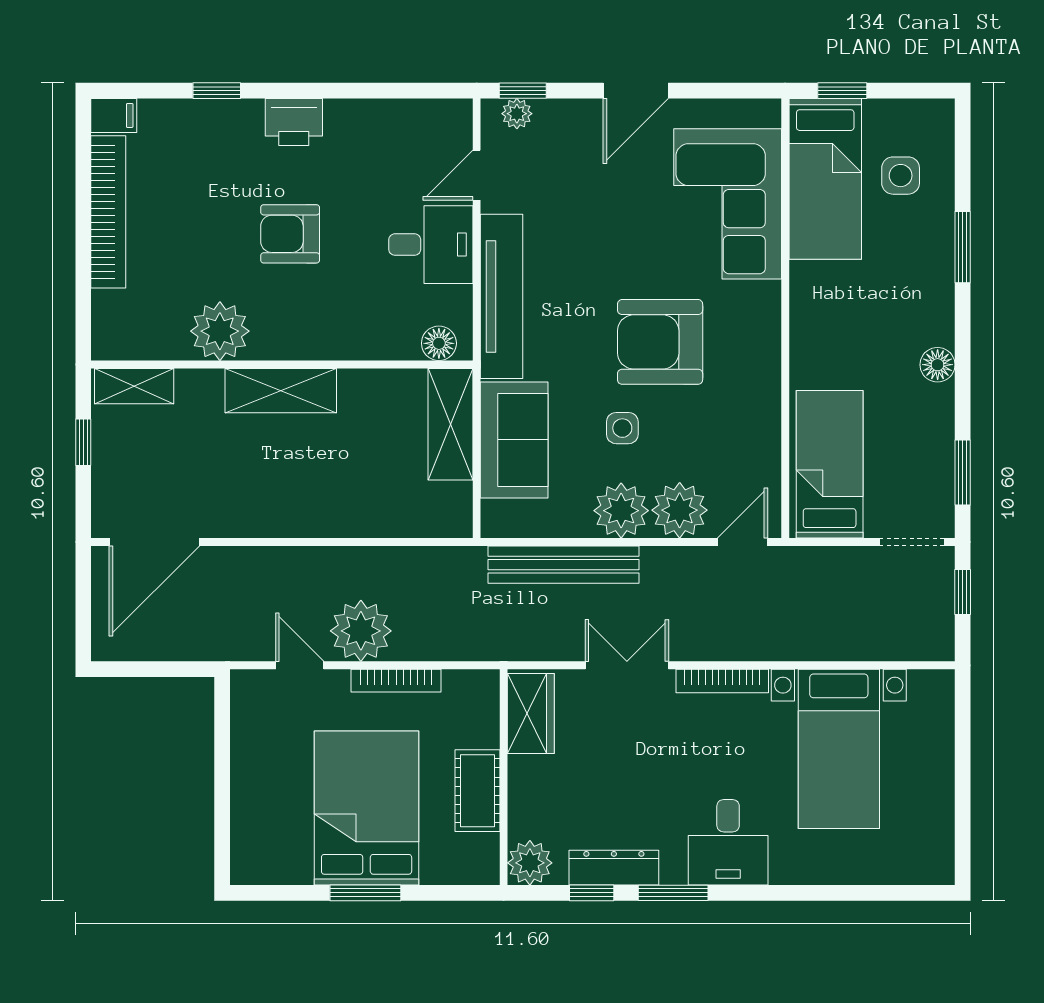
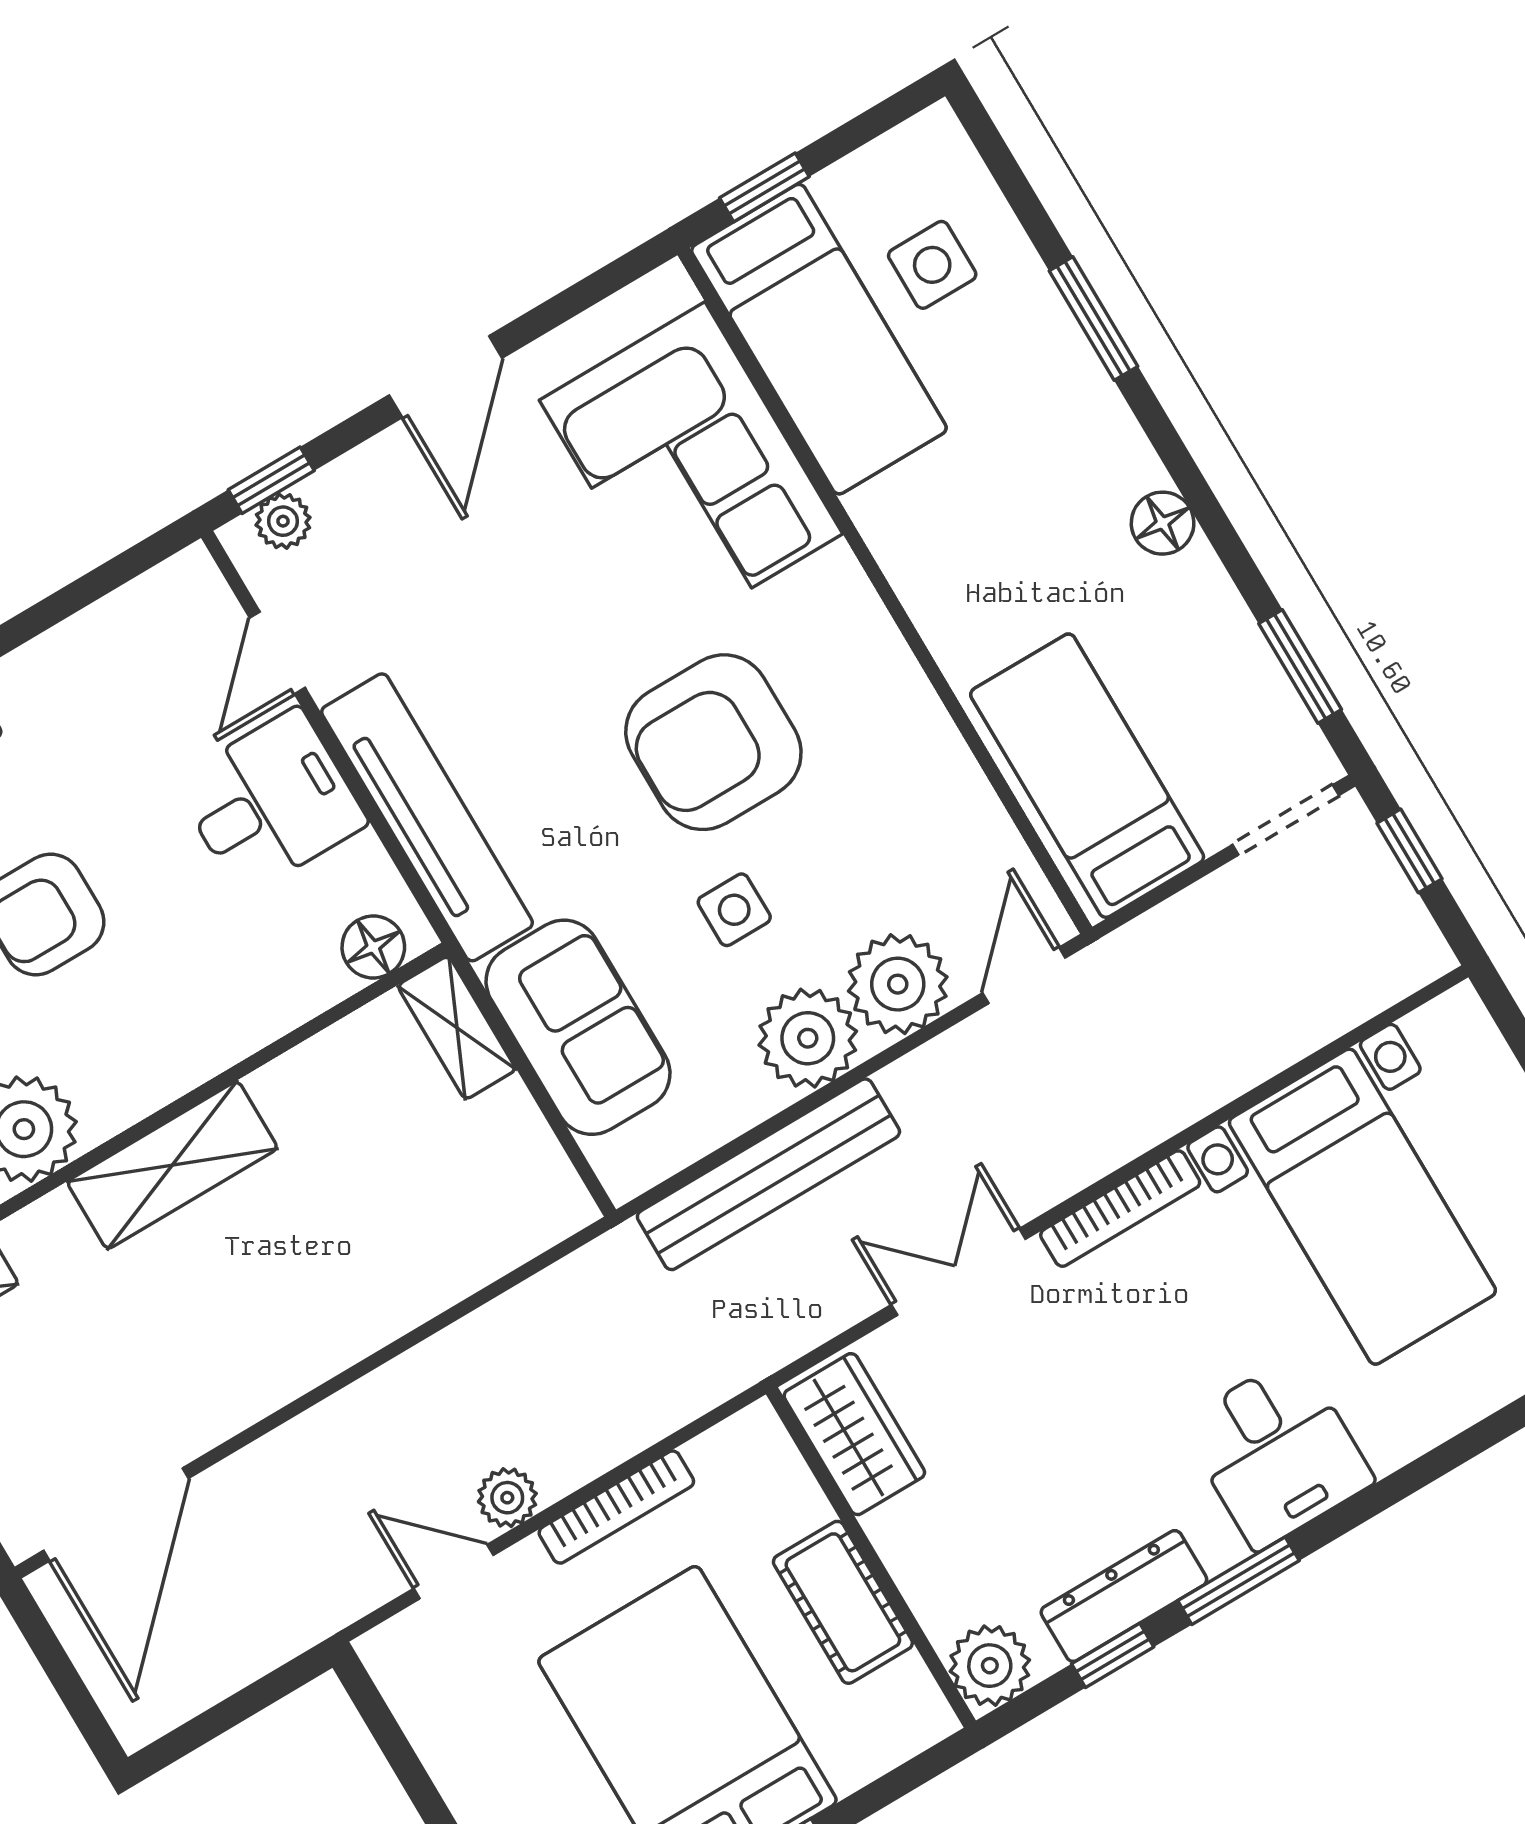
shelving: (450, 424) -> (457, 1028), width x0.67, depth x0.75
plant: (361, 631) -> (507, 1498), width x0.53, depth x0.53

